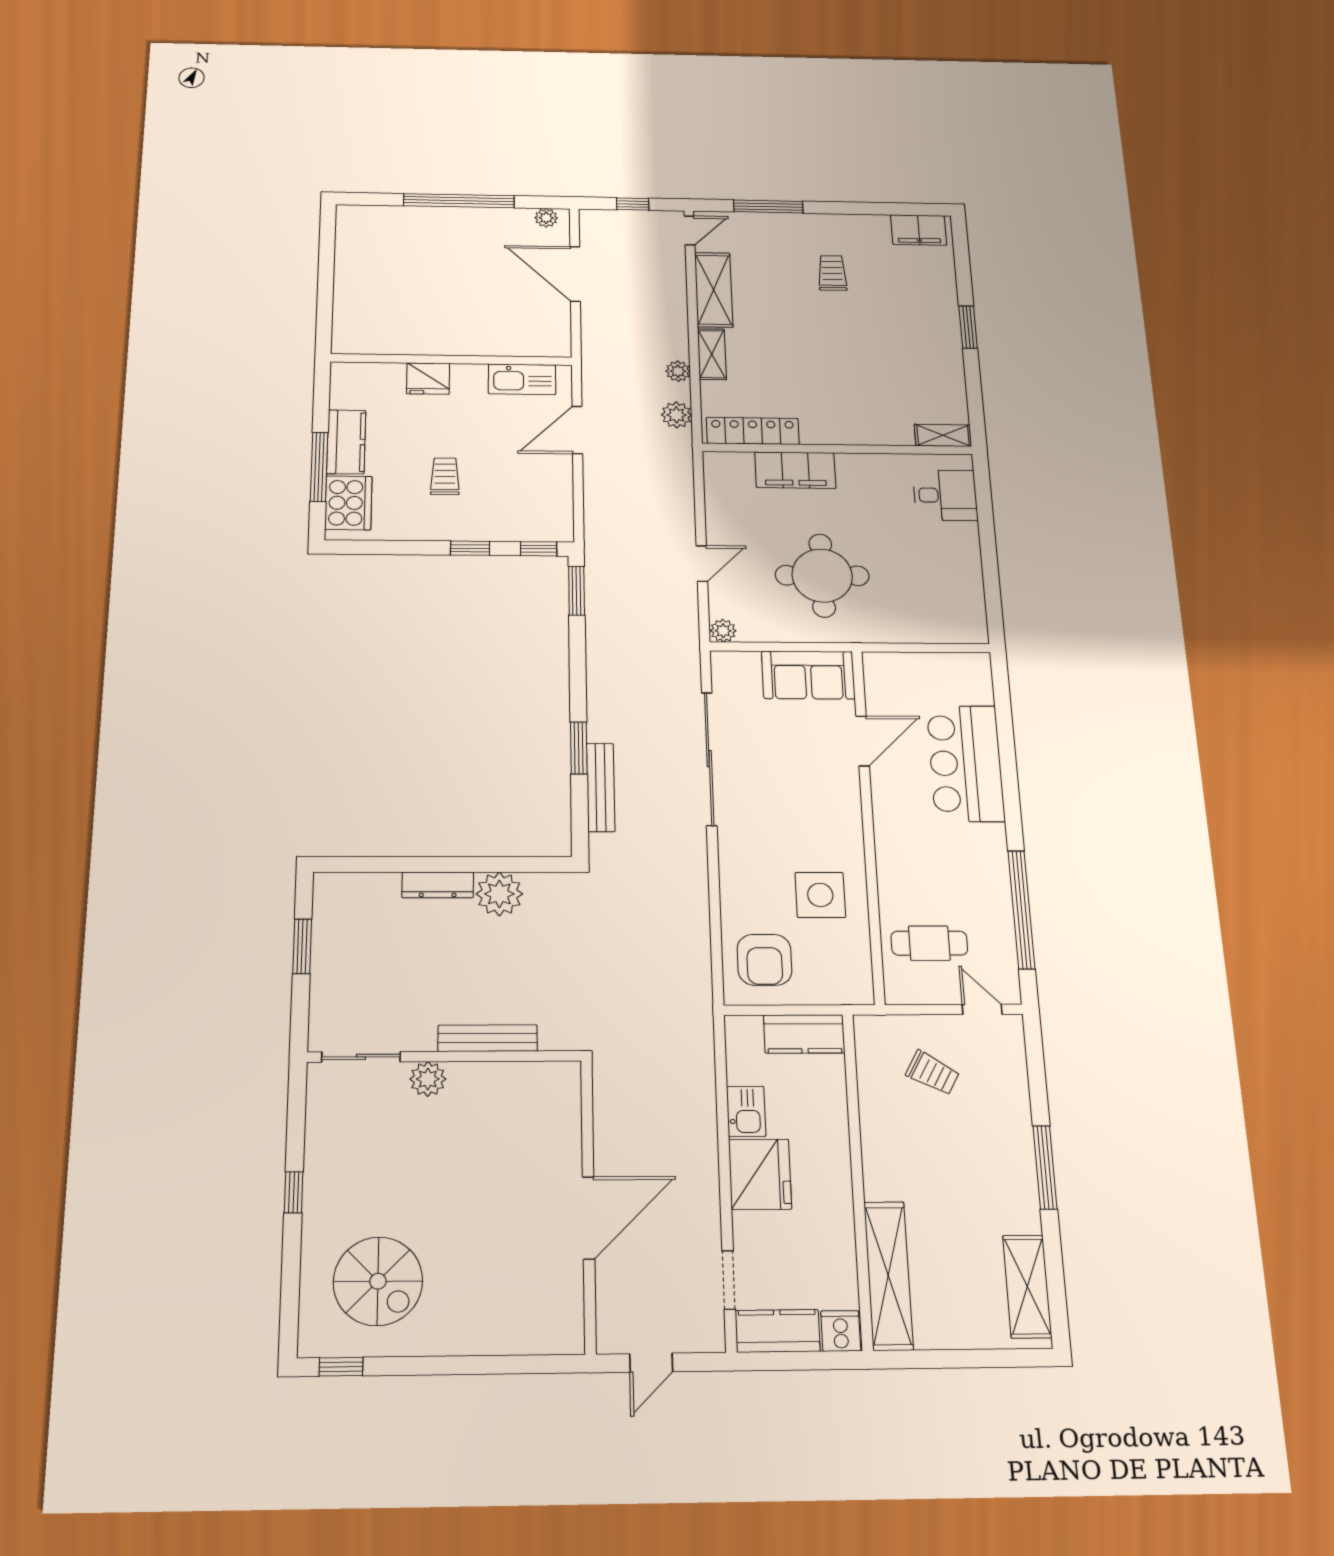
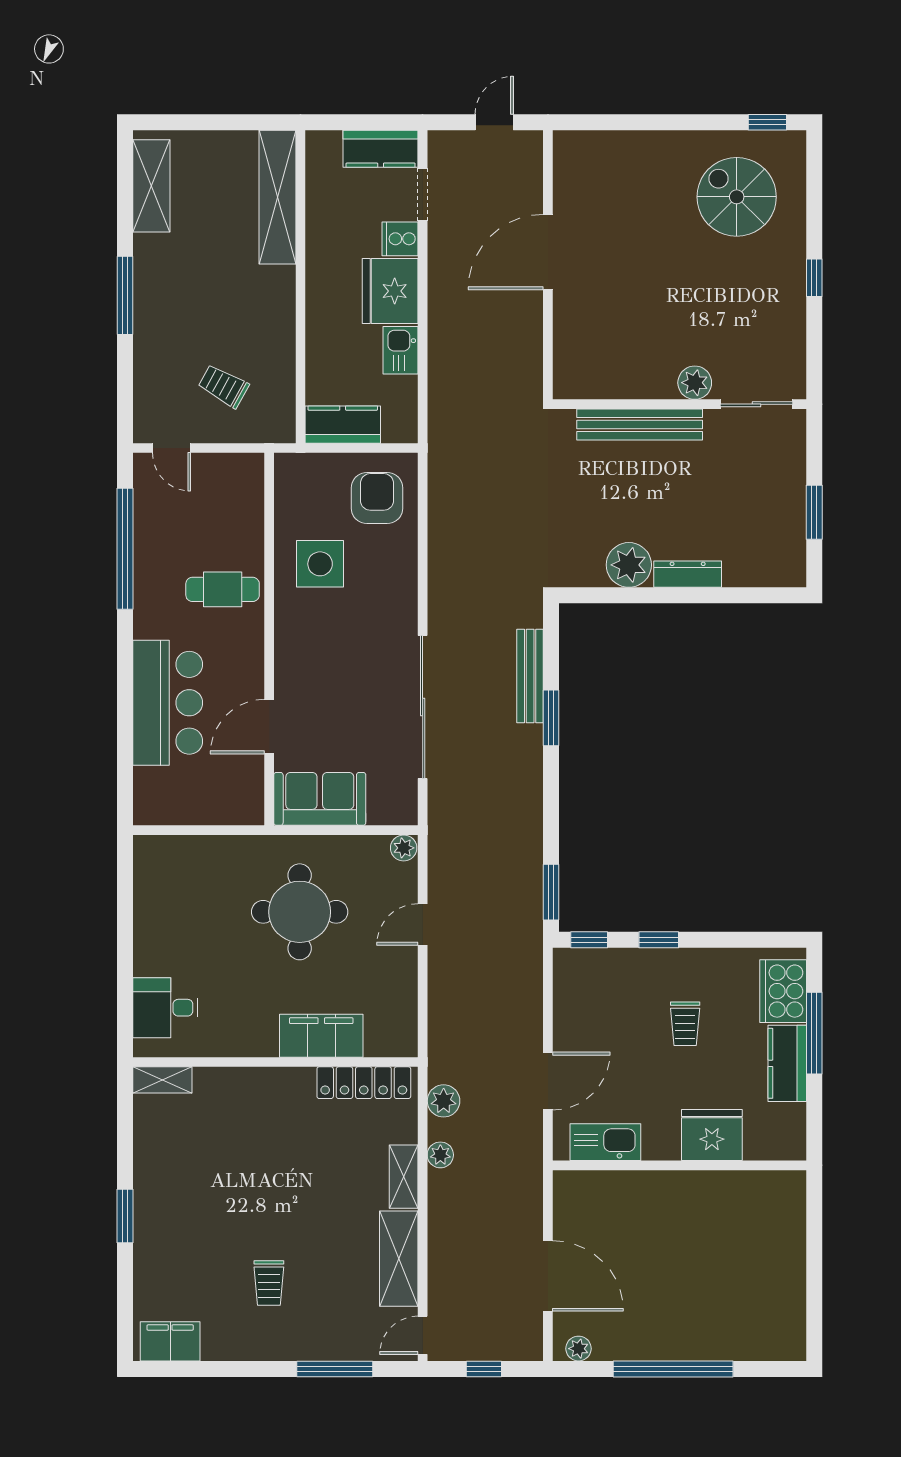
fridge: (428, 379) -> (712, 1135), width x1.36, depth x1.34
cafe table: (929, 943) -> (223, 589), moved
bench: (488, 1038) -> (640, 424), width x1.37, depth x1.21
cooker: (841, 1331) -> (400, 239), moved, turned 90

